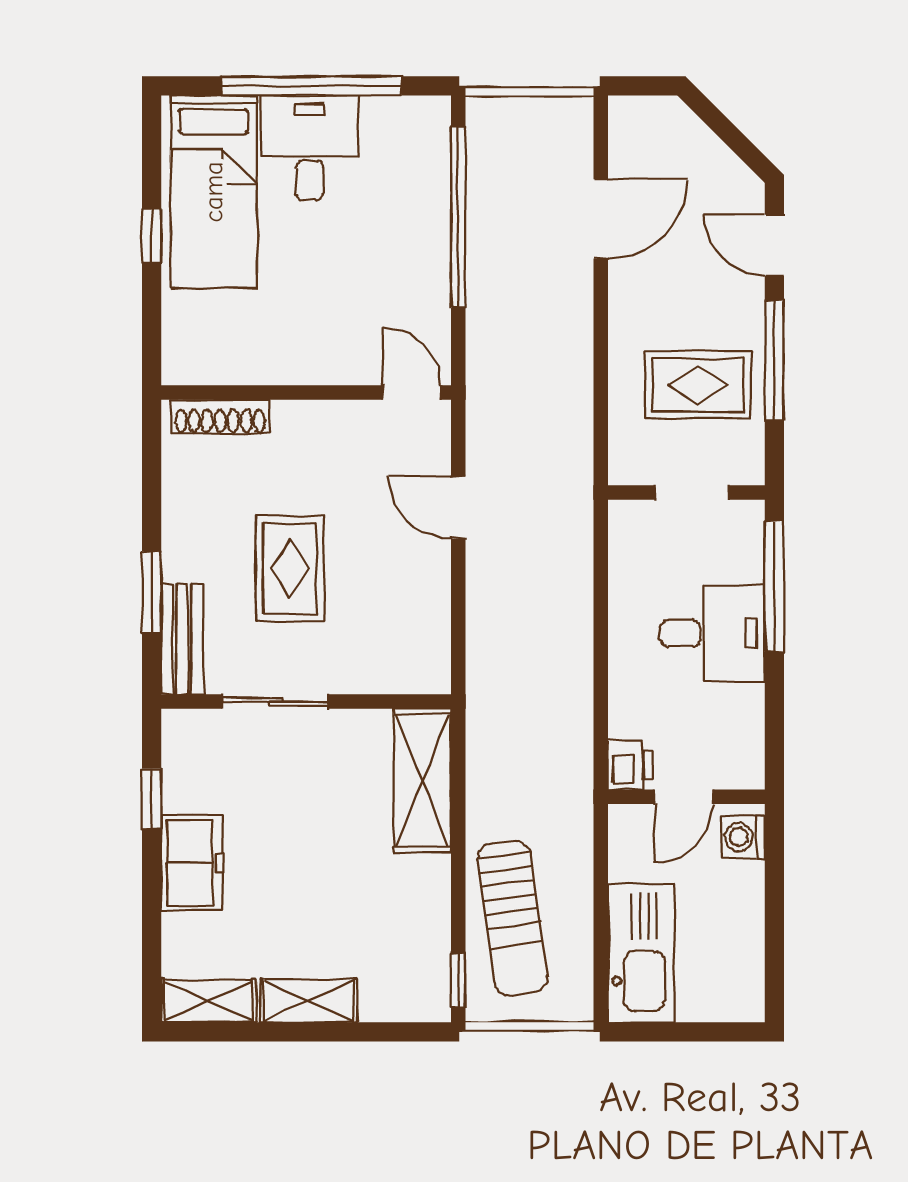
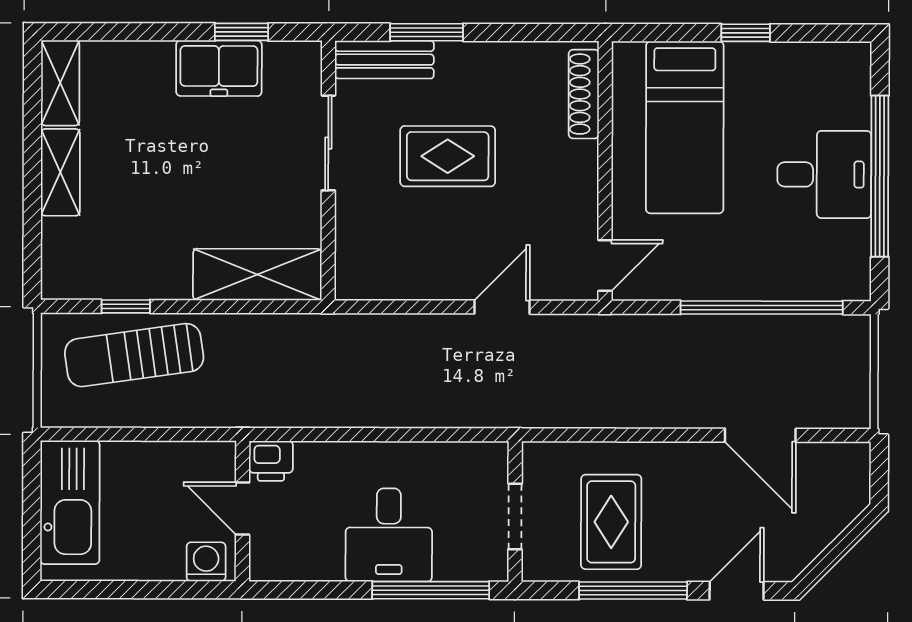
bed: (214, 192) -> (685, 127), moved, turned -90
freezer: (192, 863) -> (219, 68), moved
kitchen sink: (641, 953) -> (70, 502), moved, turned -90
window: (458, 981) -> (126, 306), moved

